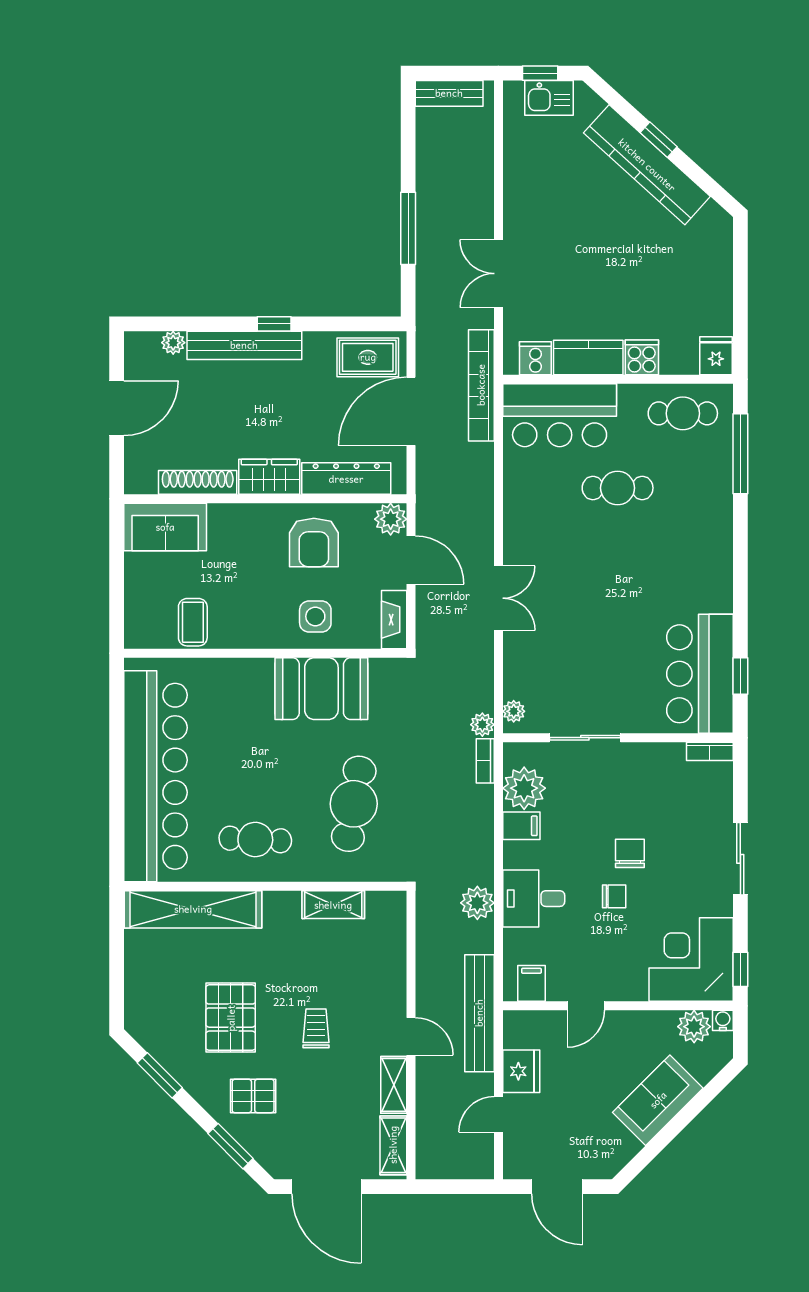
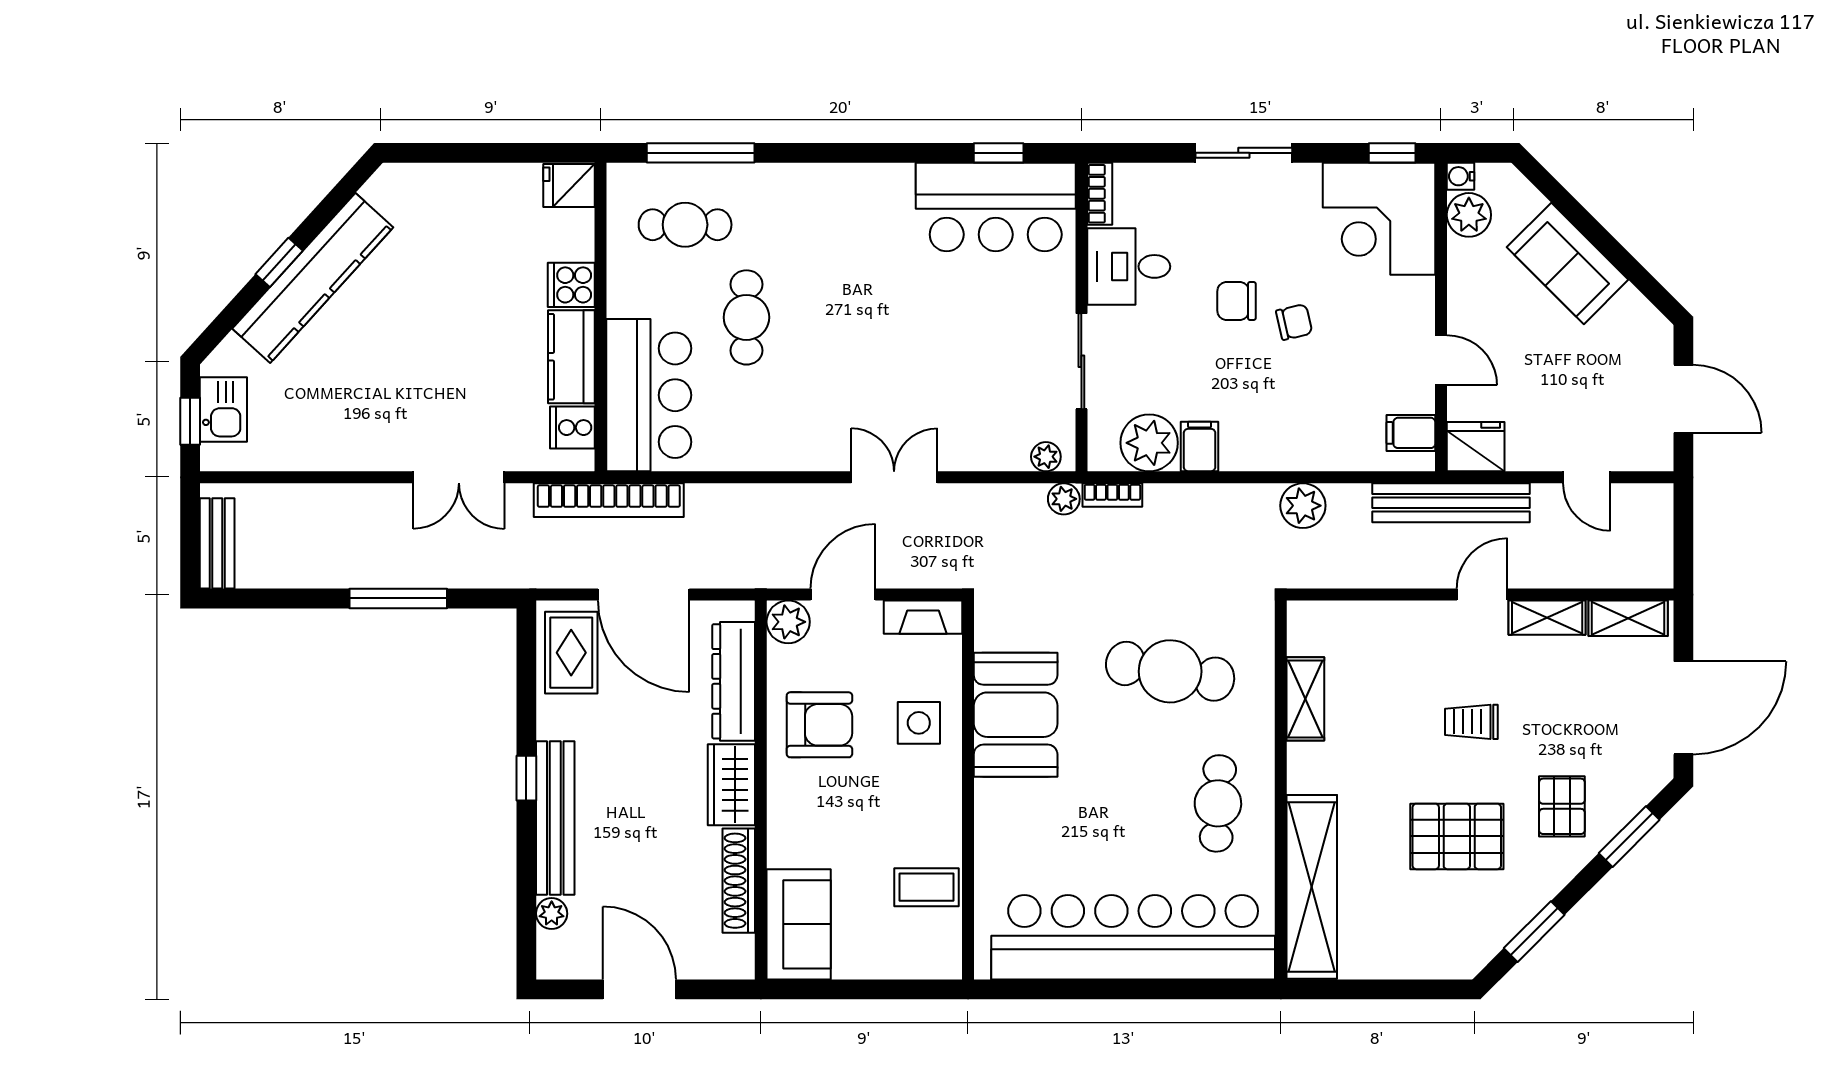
cafe table: (683, 413) -> (685, 225), moved, turned 90
chair: (614, 896) -> (1294, 322), turned 77
desk: (534, 899) -> (1129, 266), moved, turned 90
fridge: (521, 1071) -> (1476, 447), moved
door: (557, 1187) -> (1683, 399), hinge flipped

